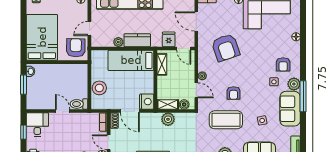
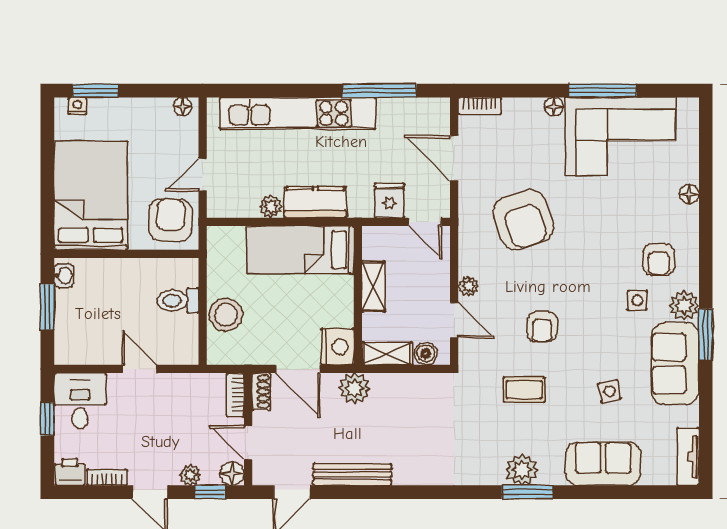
shelving: (162, 64) -> (373, 286), moved
window: (303, 96) -> (706, 334), width x0.69
toilet: (79, 104) -> (178, 301), moved
plant: (168, 119) -> (355, 388), moved
coffee table: (226, 120) -> (524, 390), width x0.54, depth x0.58

